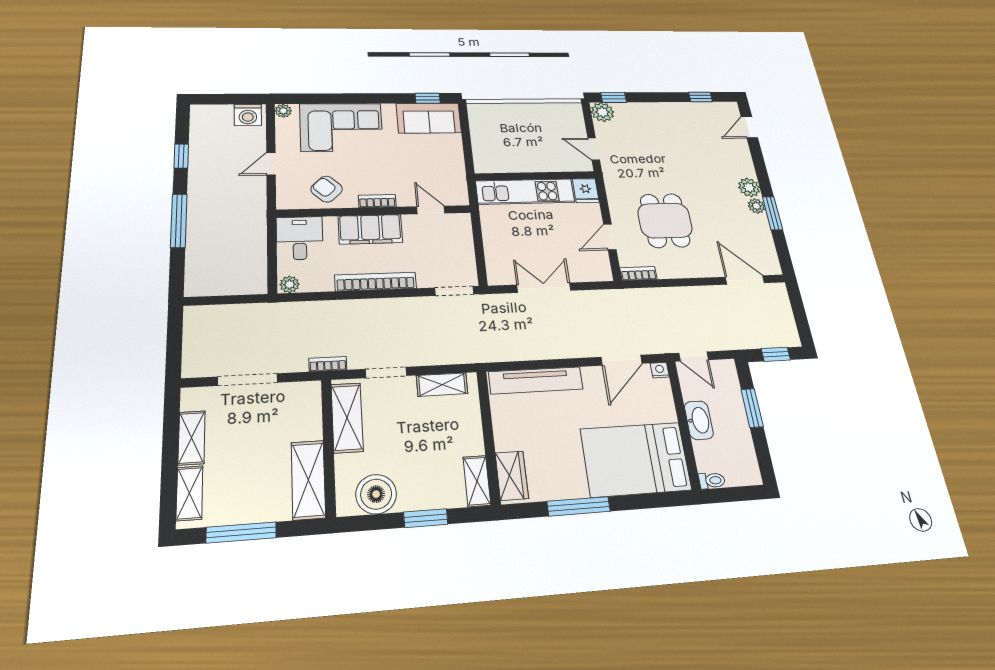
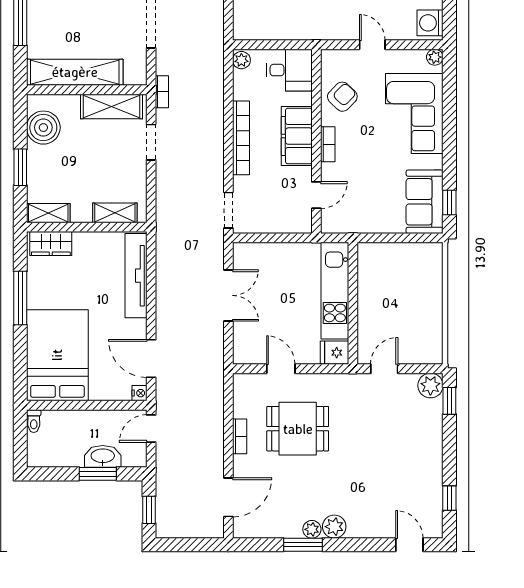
bookcase: (638, 273) -> (240, 436), moved
shelving: (442, 385) -> (115, 213), moved, turned 90
washbasin: (699, 420) -> (103, 456), moved, turned 180
shelving: (308, 480) -> (75, 72), width x1.47

